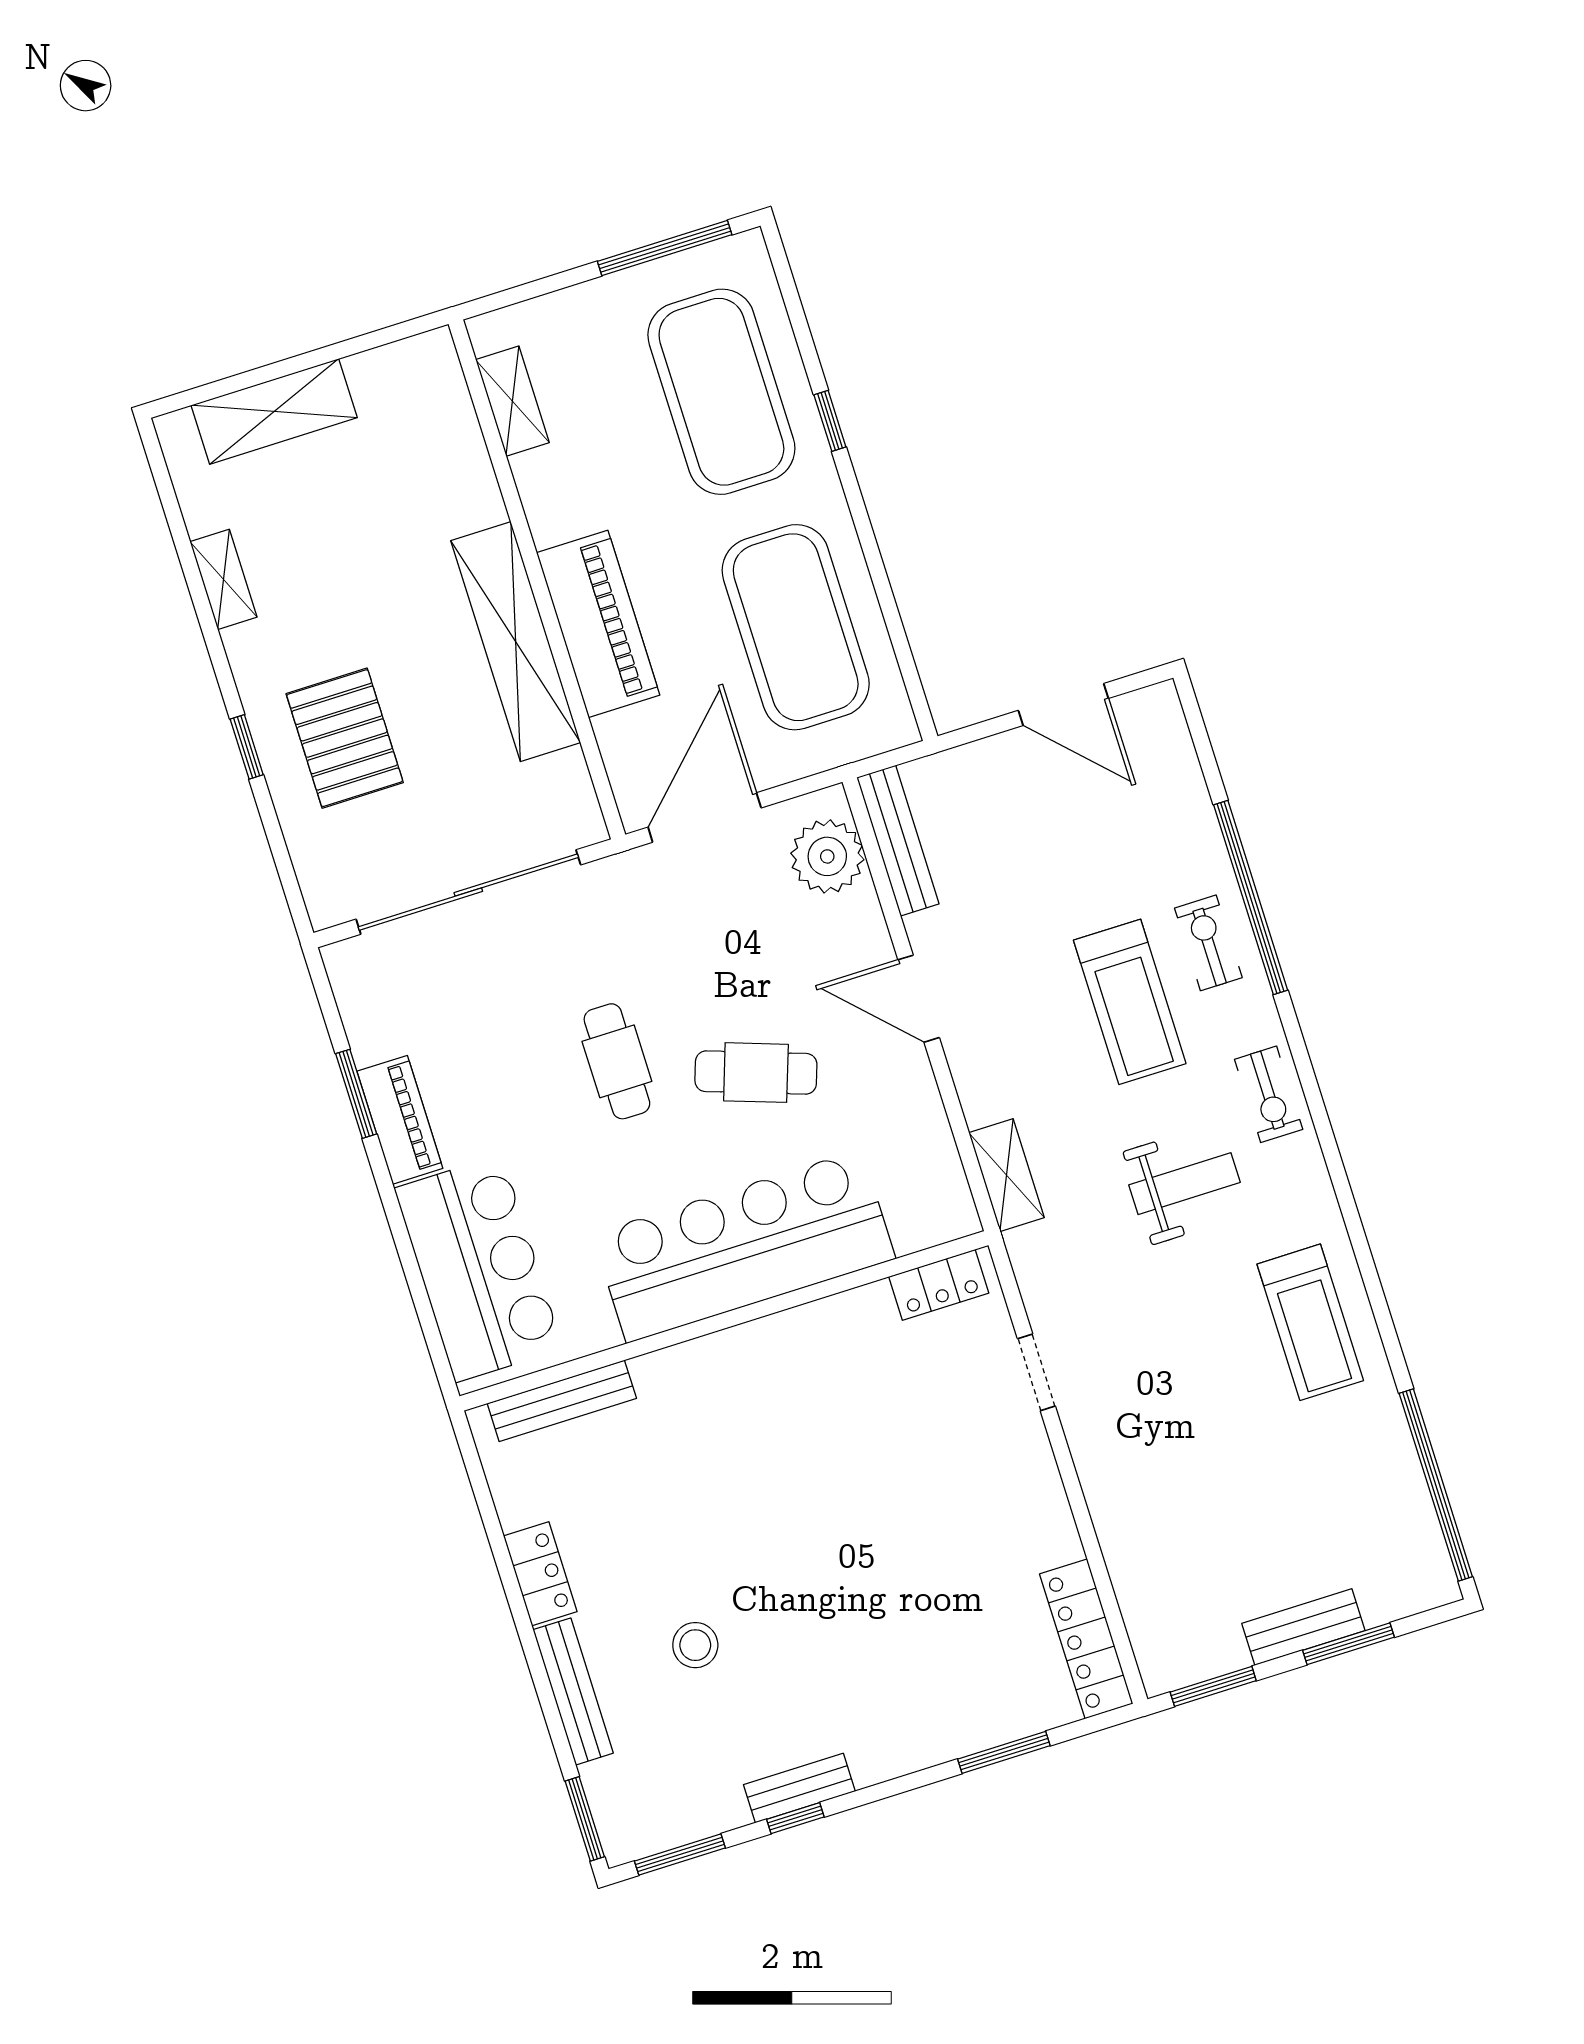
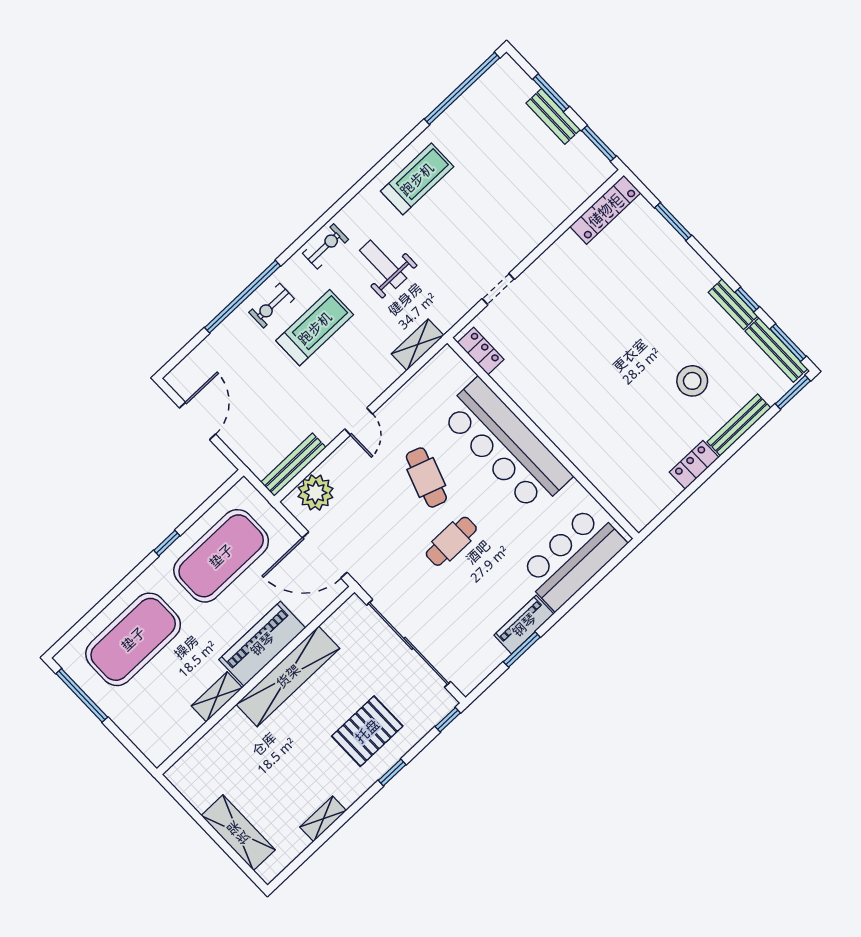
shelving: (512, 401) -> (217, 697), moved
window: (830, 421) -> (167, 543), moved
window: (294, 896) -> (448, 720), added
door: (919, 999) -> (359, 422), width x0.73
bench: (562, 1401) -> (776, 350), moved
stool: (695, 1645) -> (692, 381), width x1.38, depth x1.38

